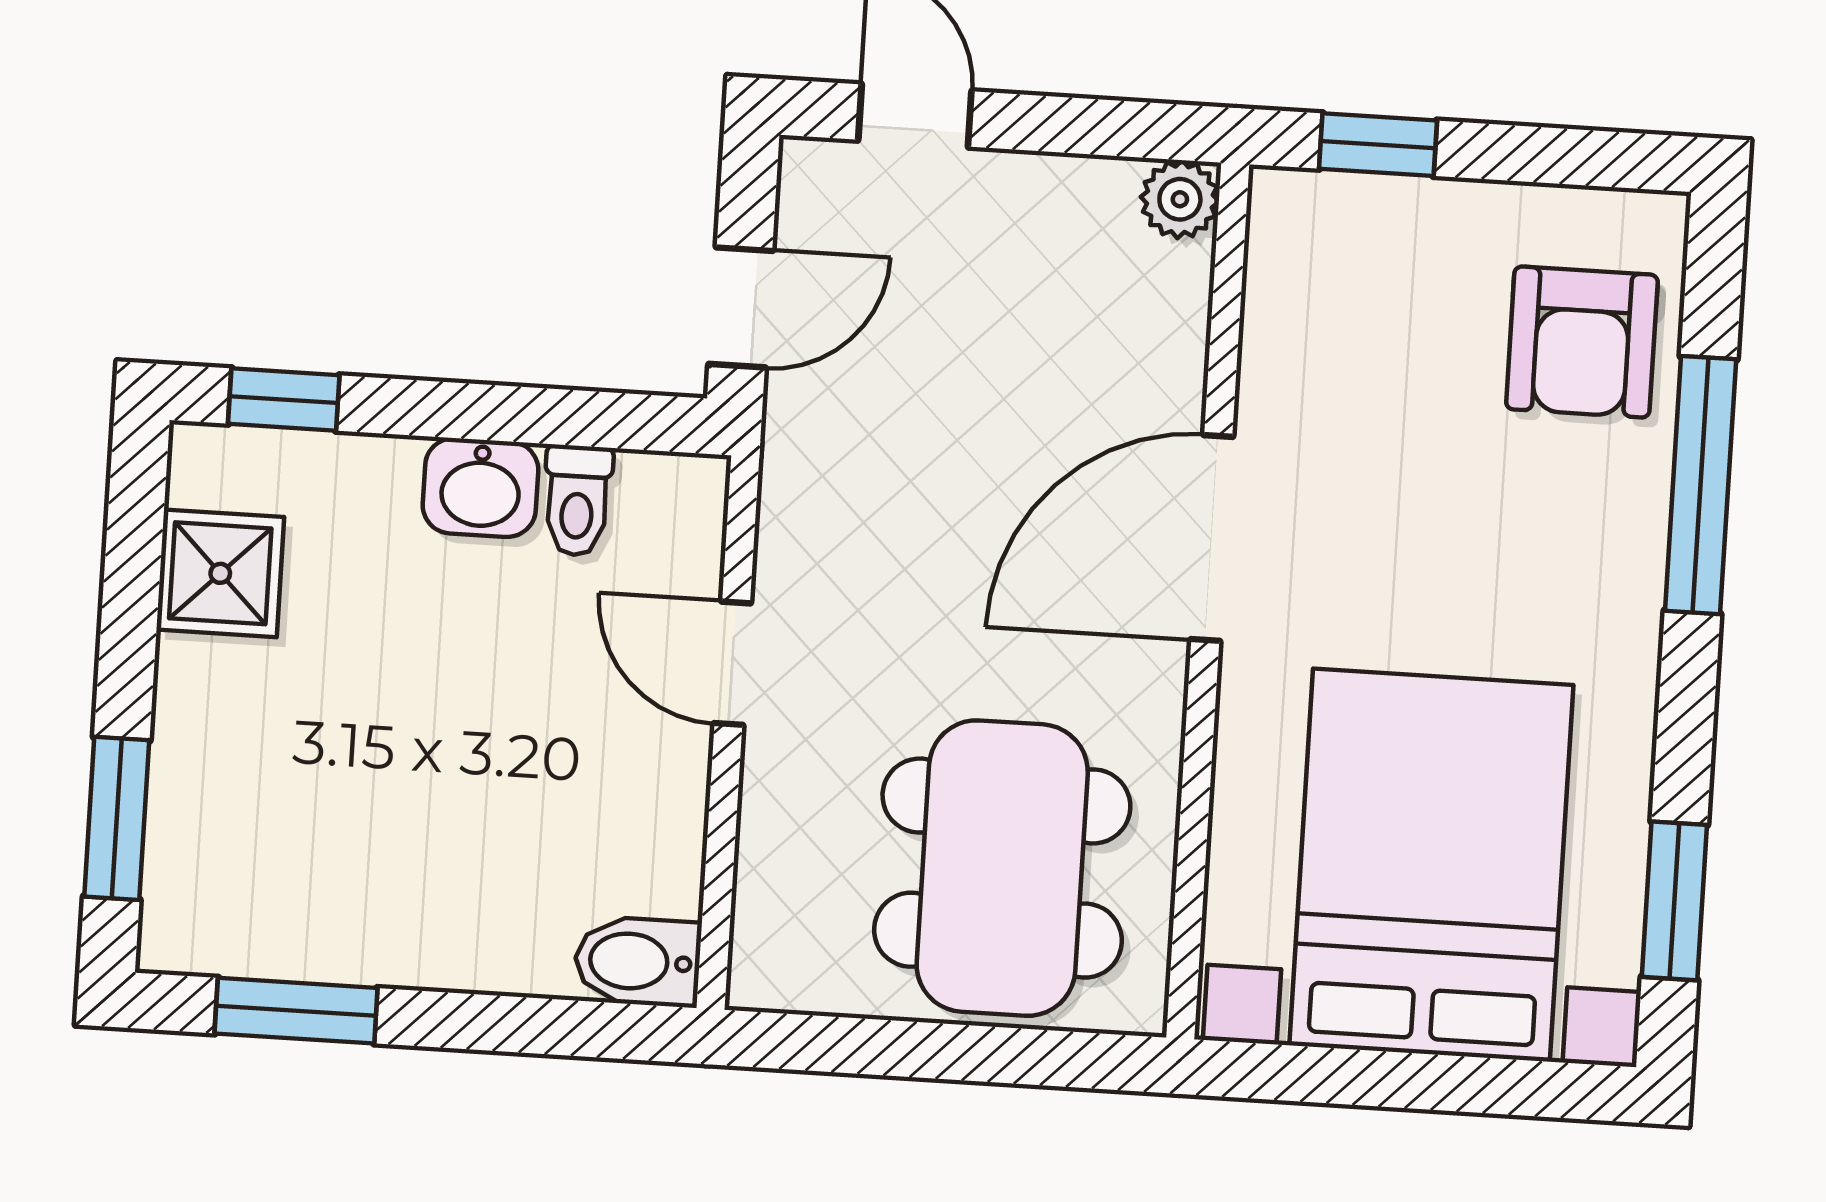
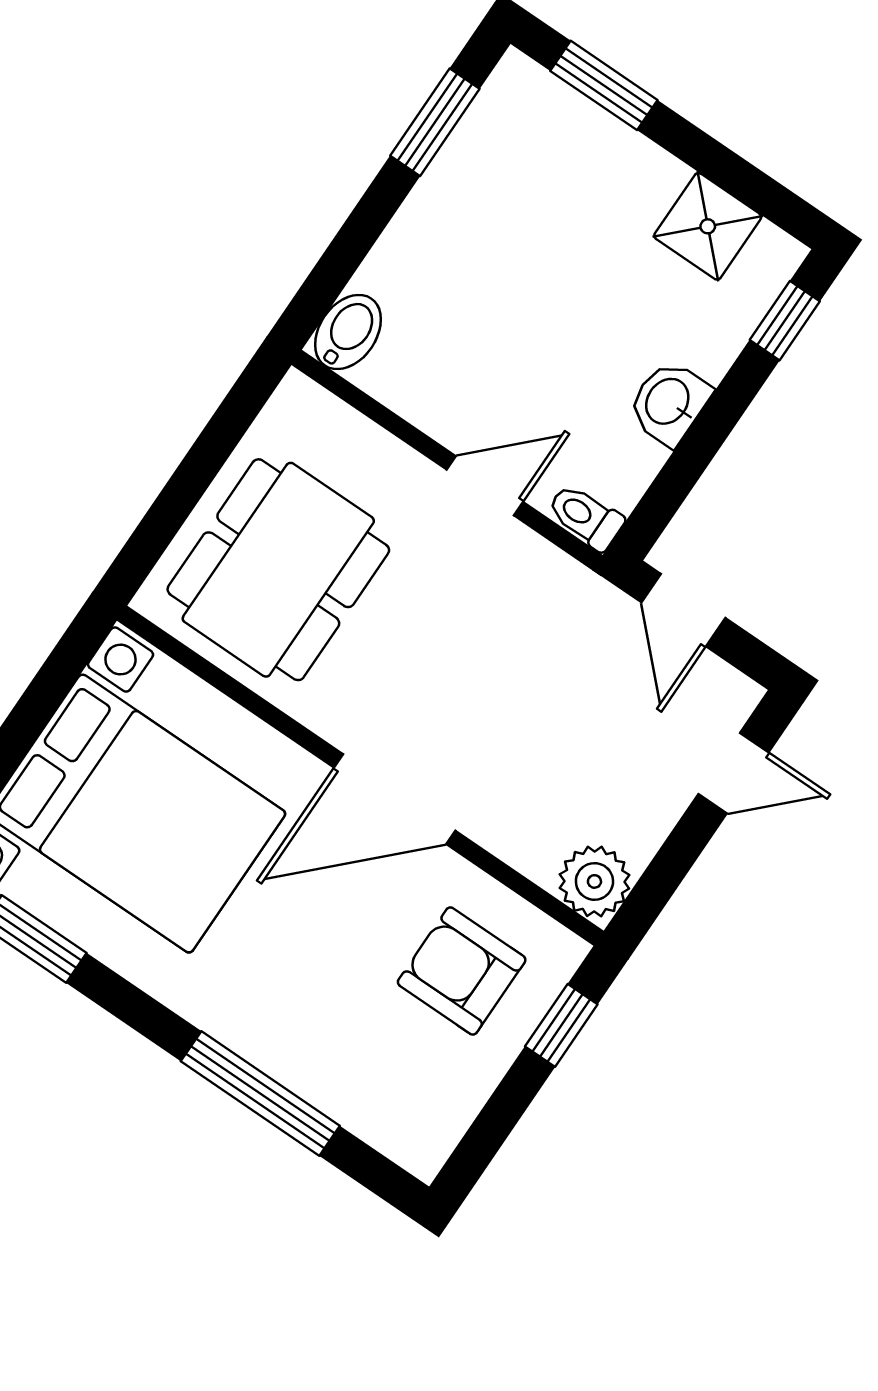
plant: (1180, 199) -> (594, 881), width x1.38, depth x1.38
armchair: (1582, 342) -> (462, 971), moved
toilet: (577, 500) -> (585, 517), moved
door: (1212, 538) -> (395, 799), swing flipped
dining table: (1002, 868) -> (278, 570), turned 90

